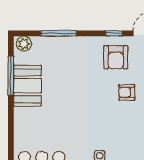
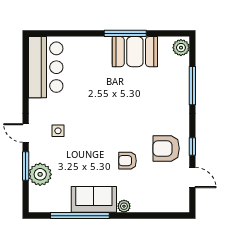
window: (11, 76) -> (125, 33), moved
armchair: (127, 92) -> (128, 161), turned -90

